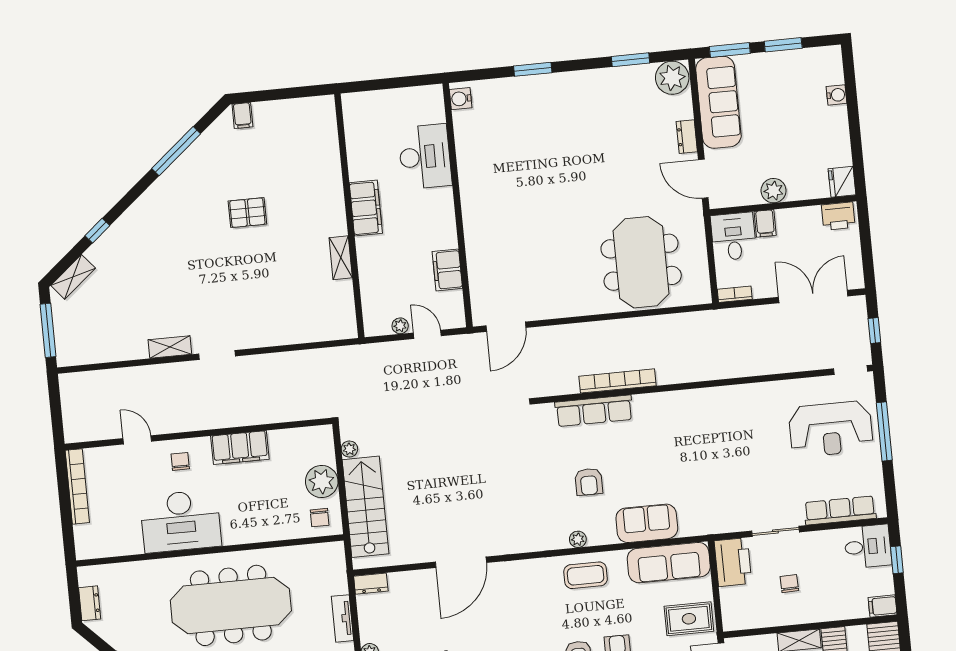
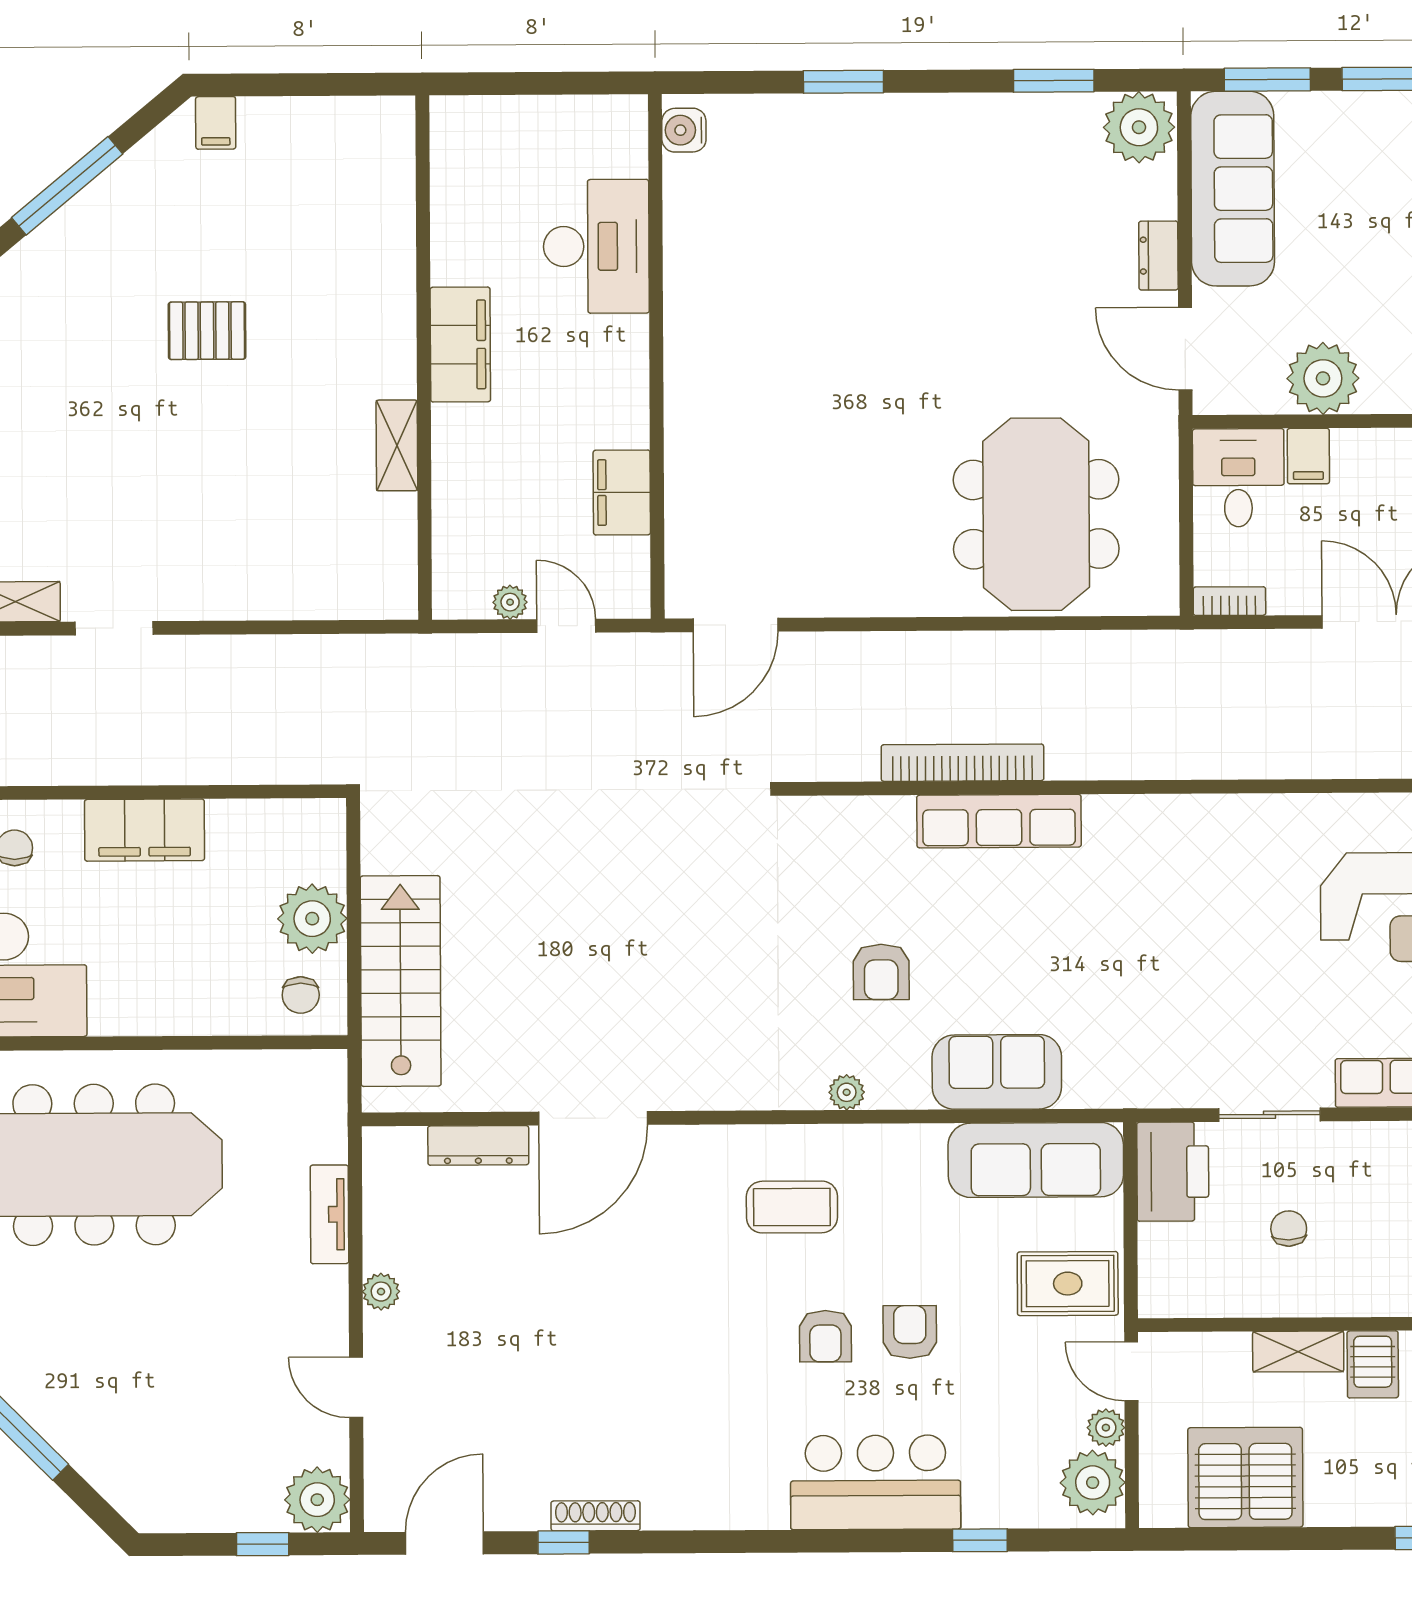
plant: (774, 191) -> (1323, 378), width x1.36, depth x1.36
row of seats: (594, 411) -> (999, 821), moved
plant: (349, 449) -> (378, 855), removed
coffee table: (586, 575) -> (792, 1207), moved
dresser: (371, 584) -> (478, 1145), moved, width x1.44

